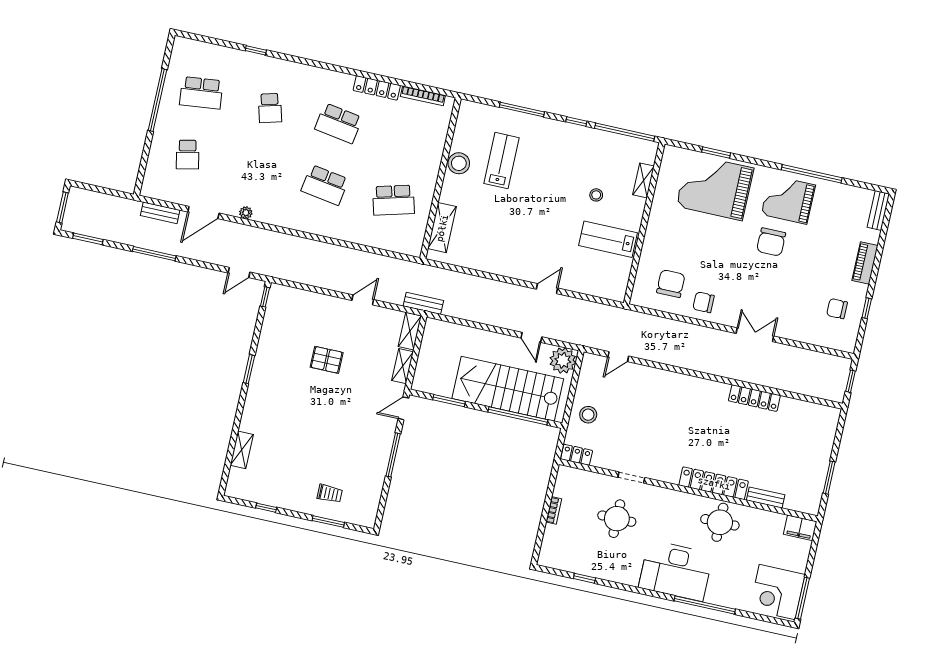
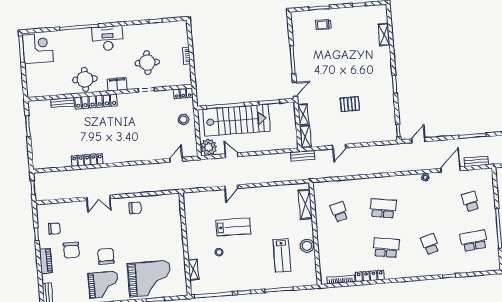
school desk: (393, 200) -> (339, 212), width x0.54
lab bench: (608, 239) -> (233, 227), moved
chair: (671, 284) -> (71, 250), moved
filing cabinet: (800, 528) -> (117, 84), moved
desk: (676, 571) -> (108, 38), width x0.73, depth x0.77

